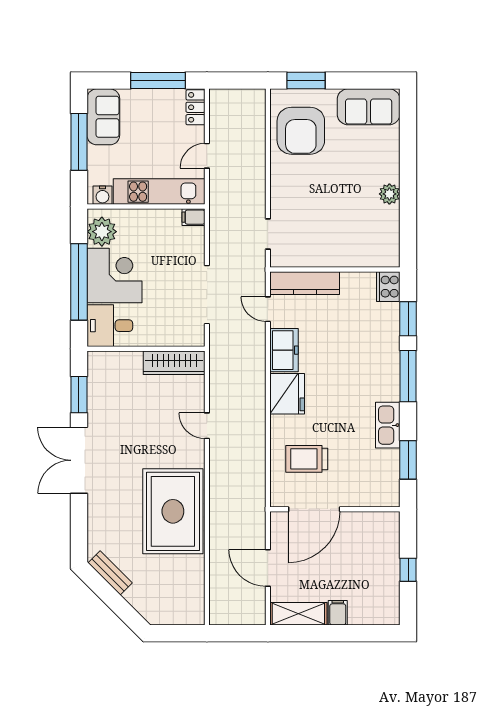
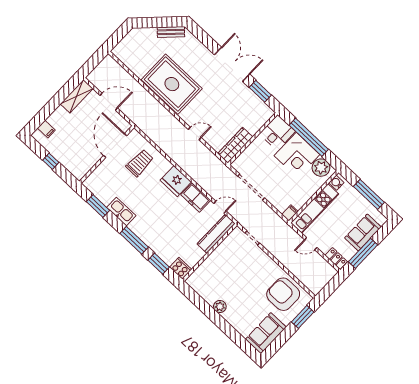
sofa: (103, 117) -> (363, 232), moved, turned 90
door: (207, 156) -> (311, 244), swing flipped
filing cabinet: (338, 613) -> (46, 129), moved

